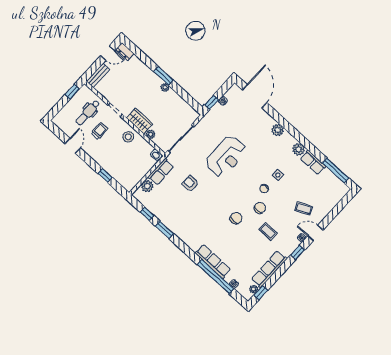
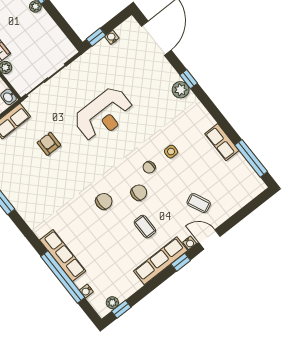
window: (282, 122) -> (189, 79), added
plant: (298, 149) -> (205, 121), removed
row of seats: (269, 269) -> (161, 261), moved

